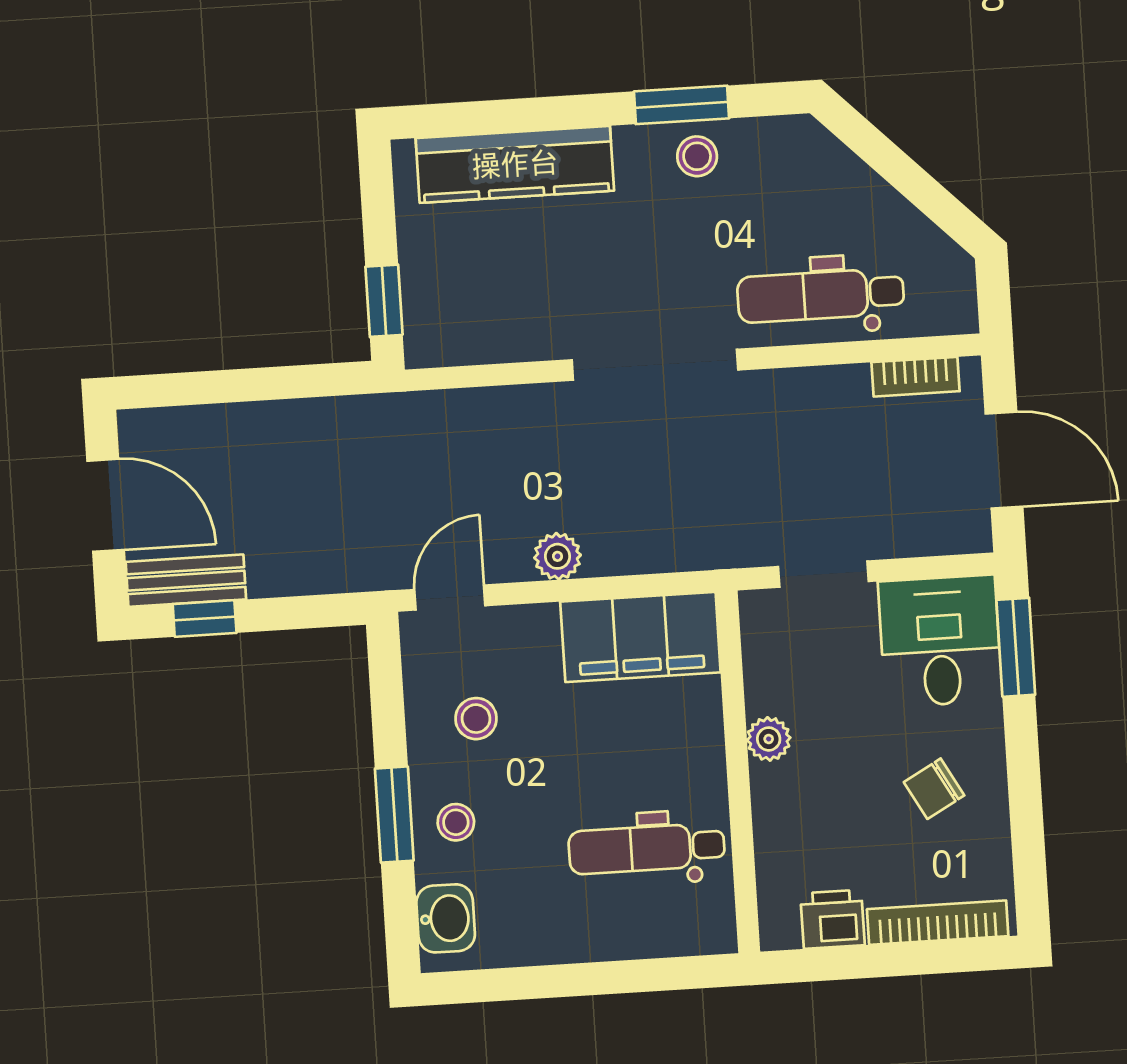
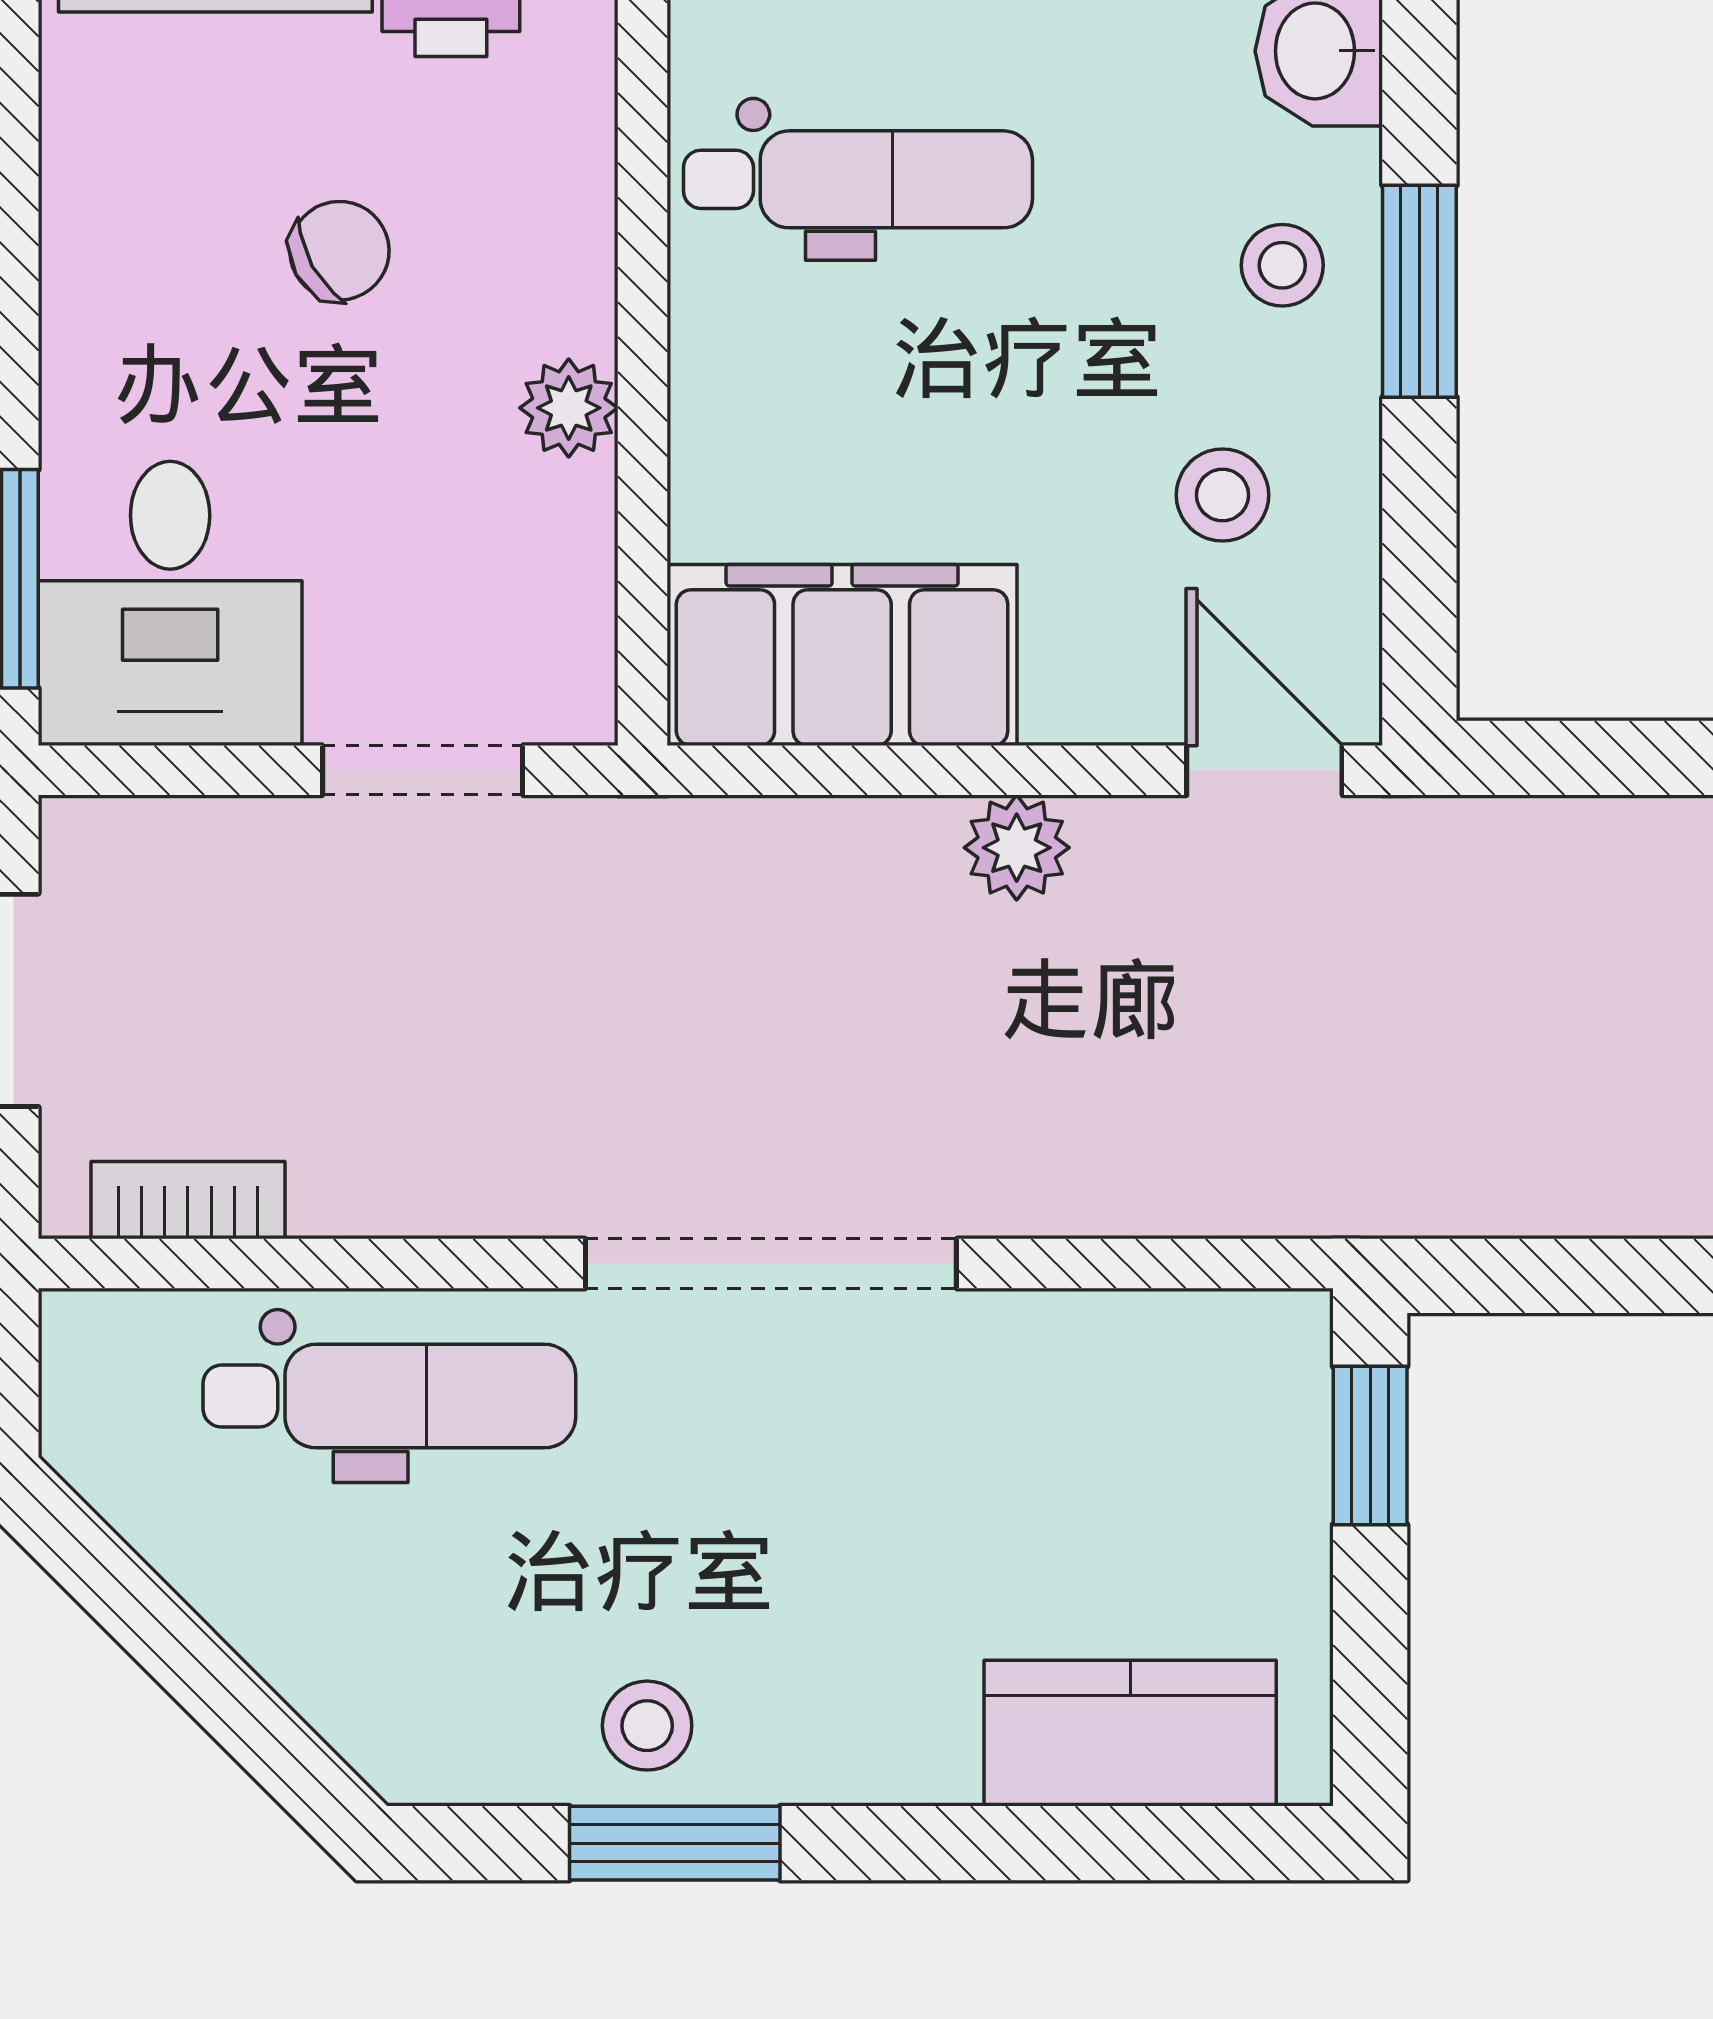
kitchen counter: (515, 164) -> (1130, 1733), width x0.67
door: (450, 598) -> (1264, 770), swing flipped
chair: (934, 789) -> (339, 251), moved

